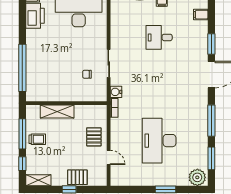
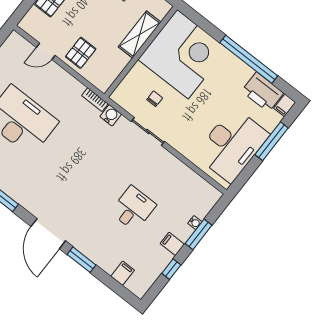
window: (22, 68) -> (249, 59), moved
corner desk: (49, 78) -> (183, 54), added
pallet: (94, 137) -> (81, 53), turned 90

